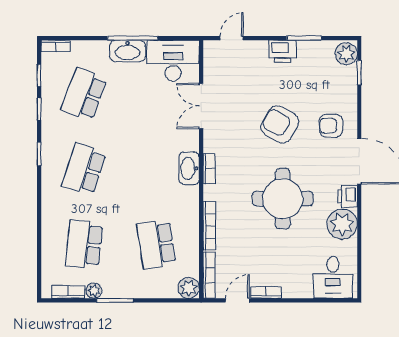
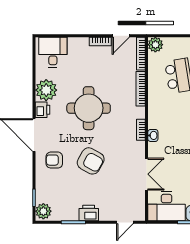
armchair: (331, 126) -> (54, 160), turned 180
washbasin: (189, 168) -> (153, 135), width x0.52, depth x0.69

